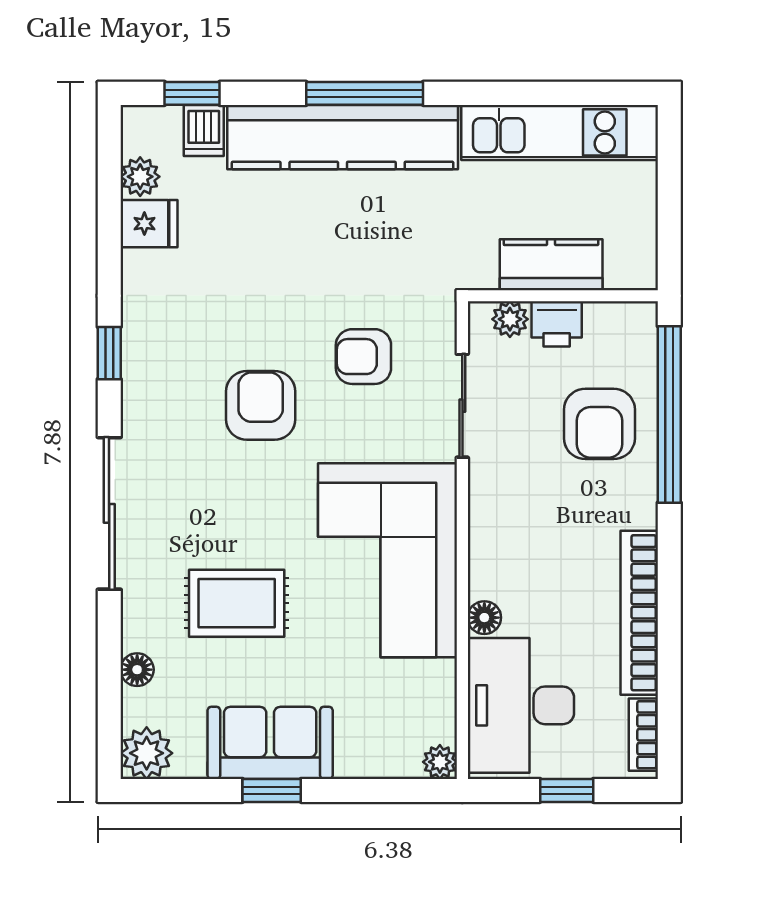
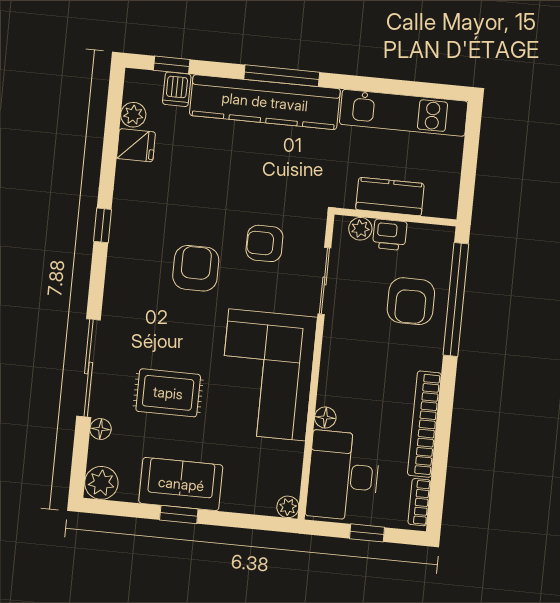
sliding door: (109, 513) -> (89, 368), moved

